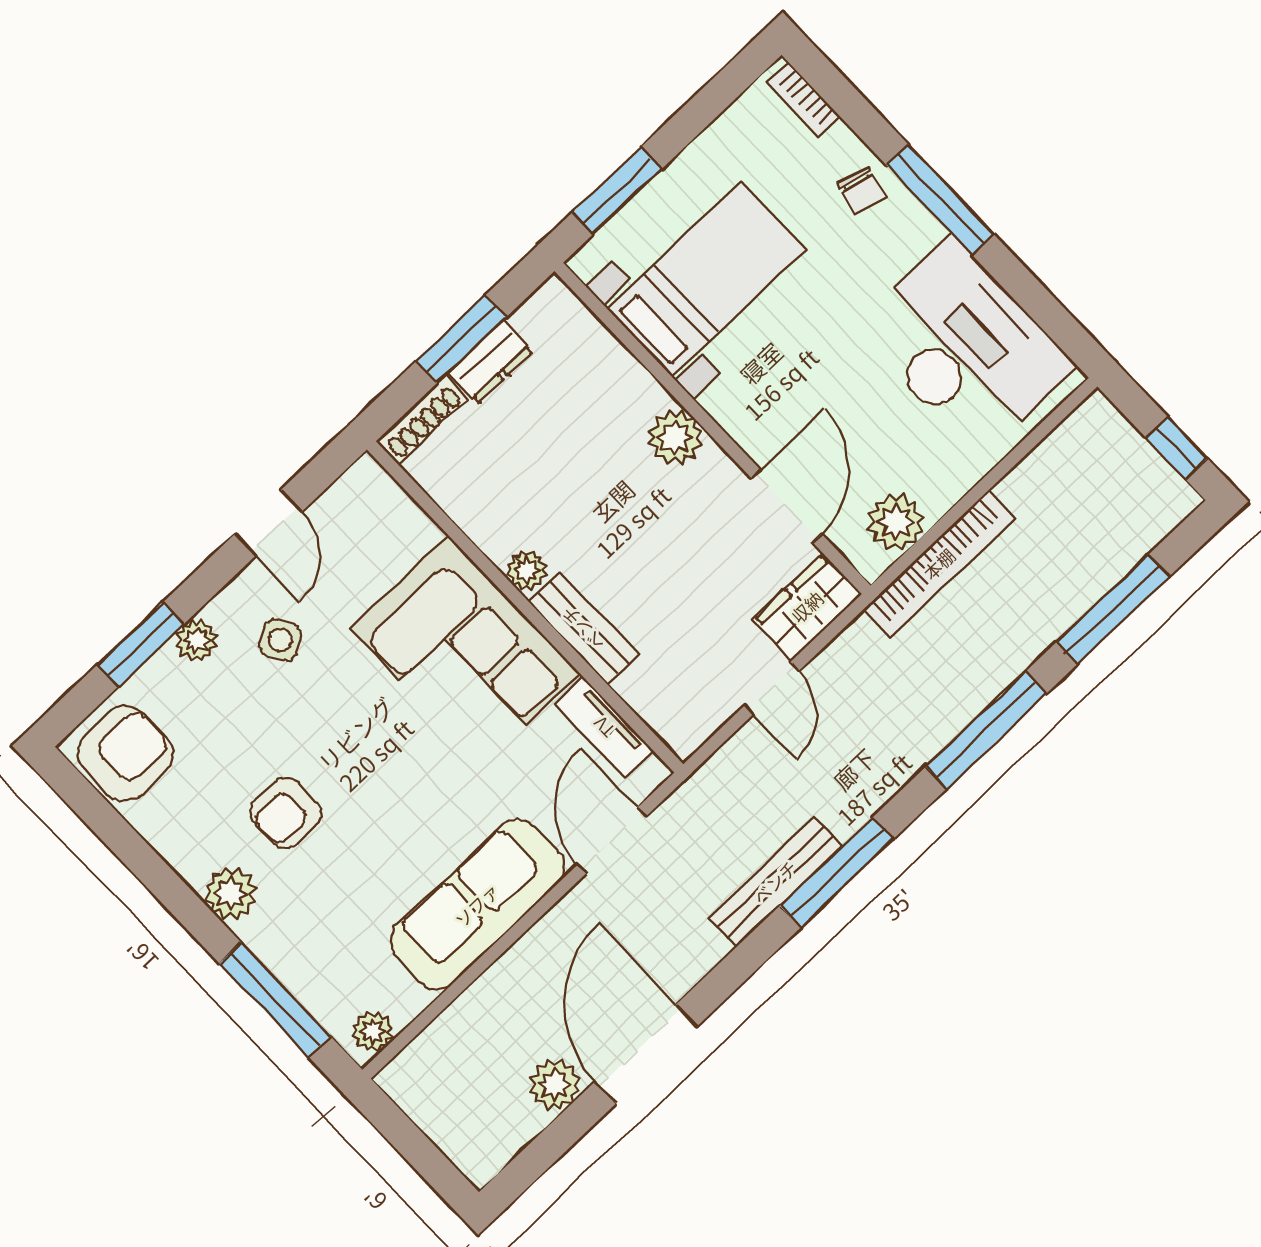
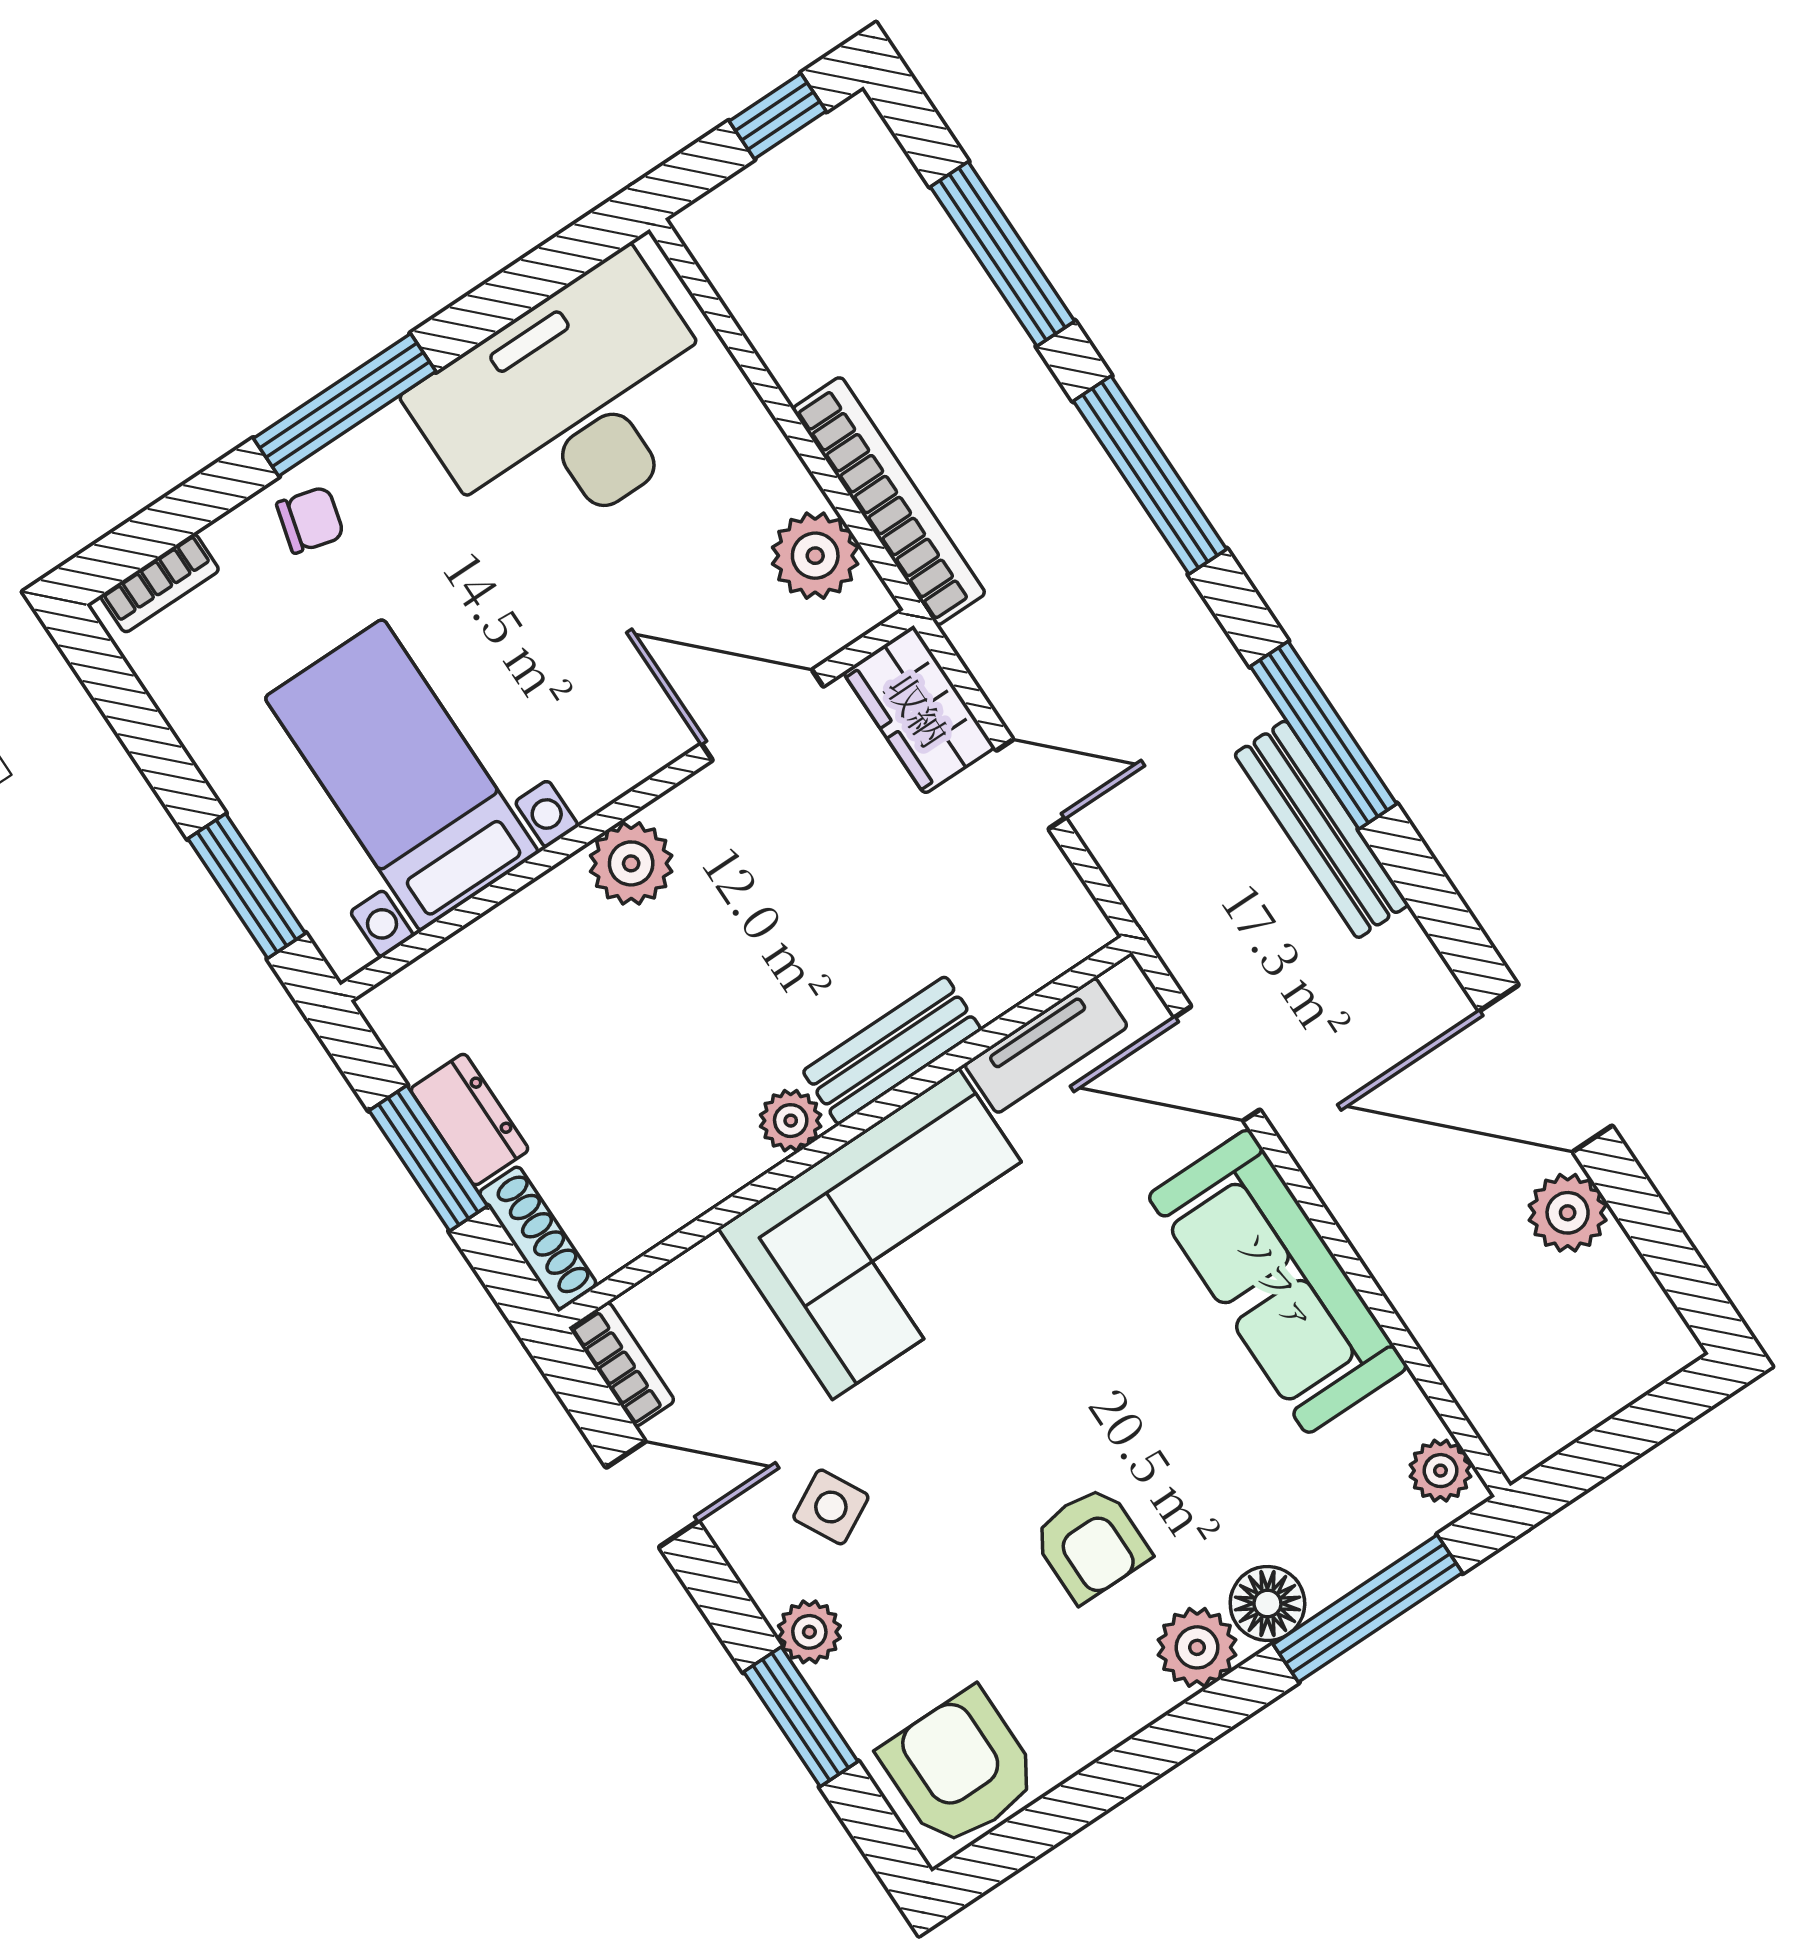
bookcase: (349, 488) -> (622, 1364), added
floor lamp: (267, 934) -> (1267, 1603), added

